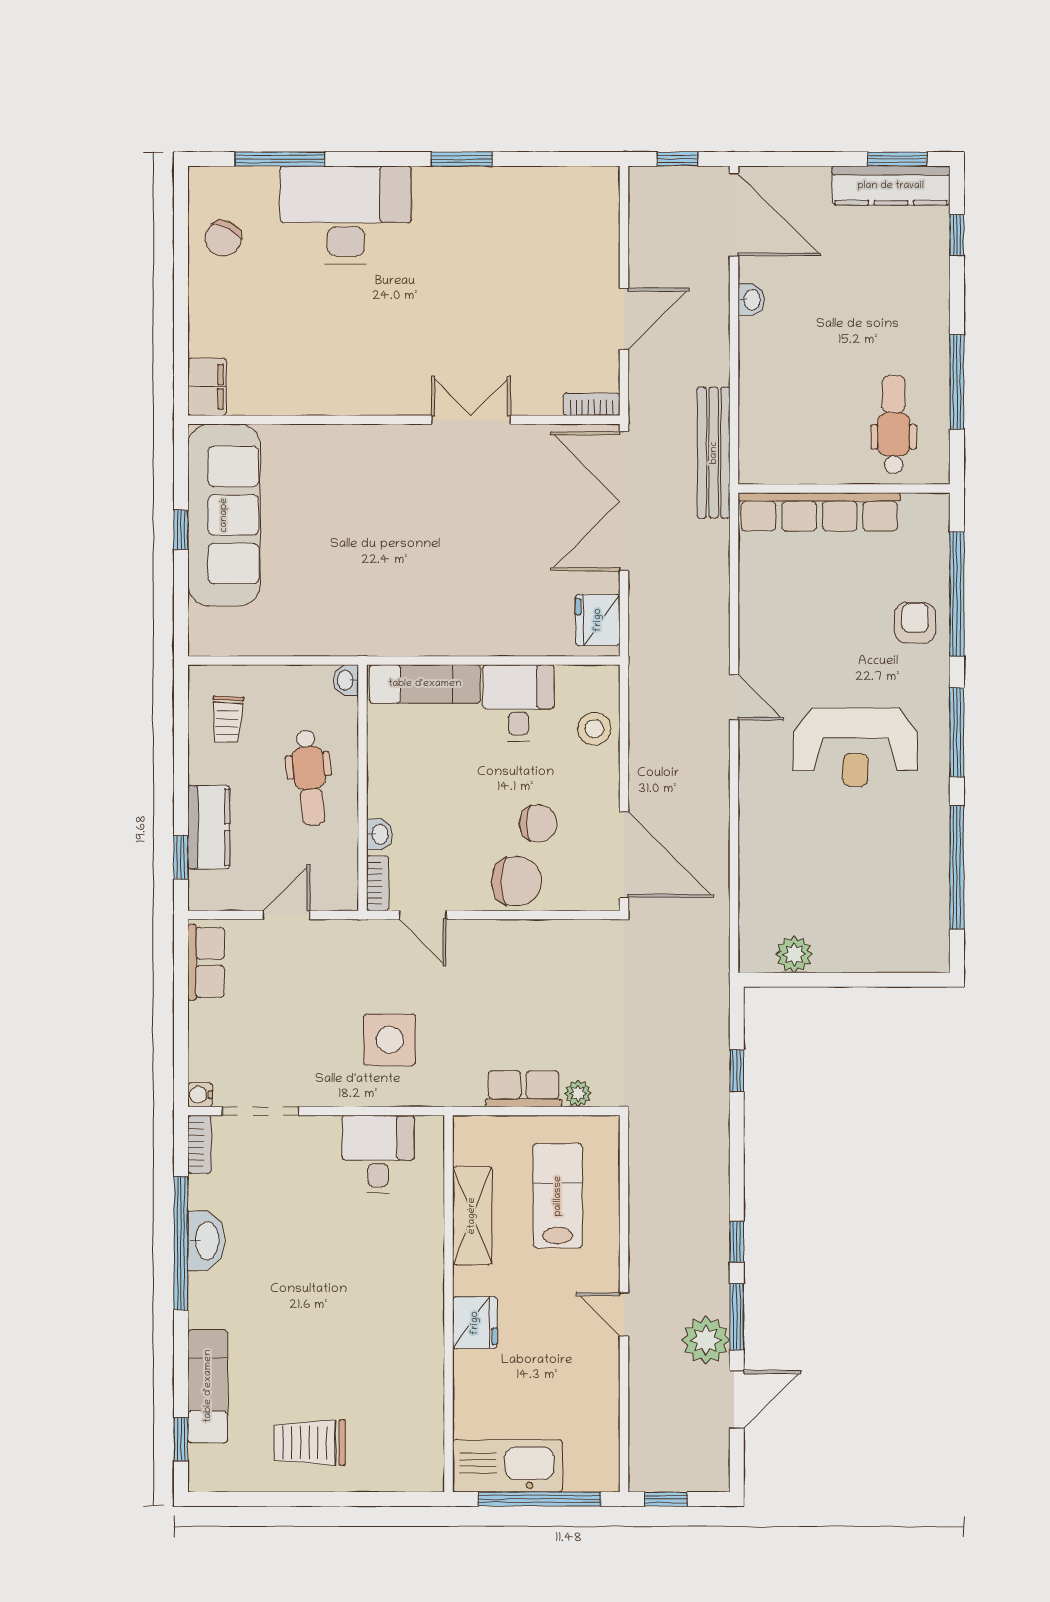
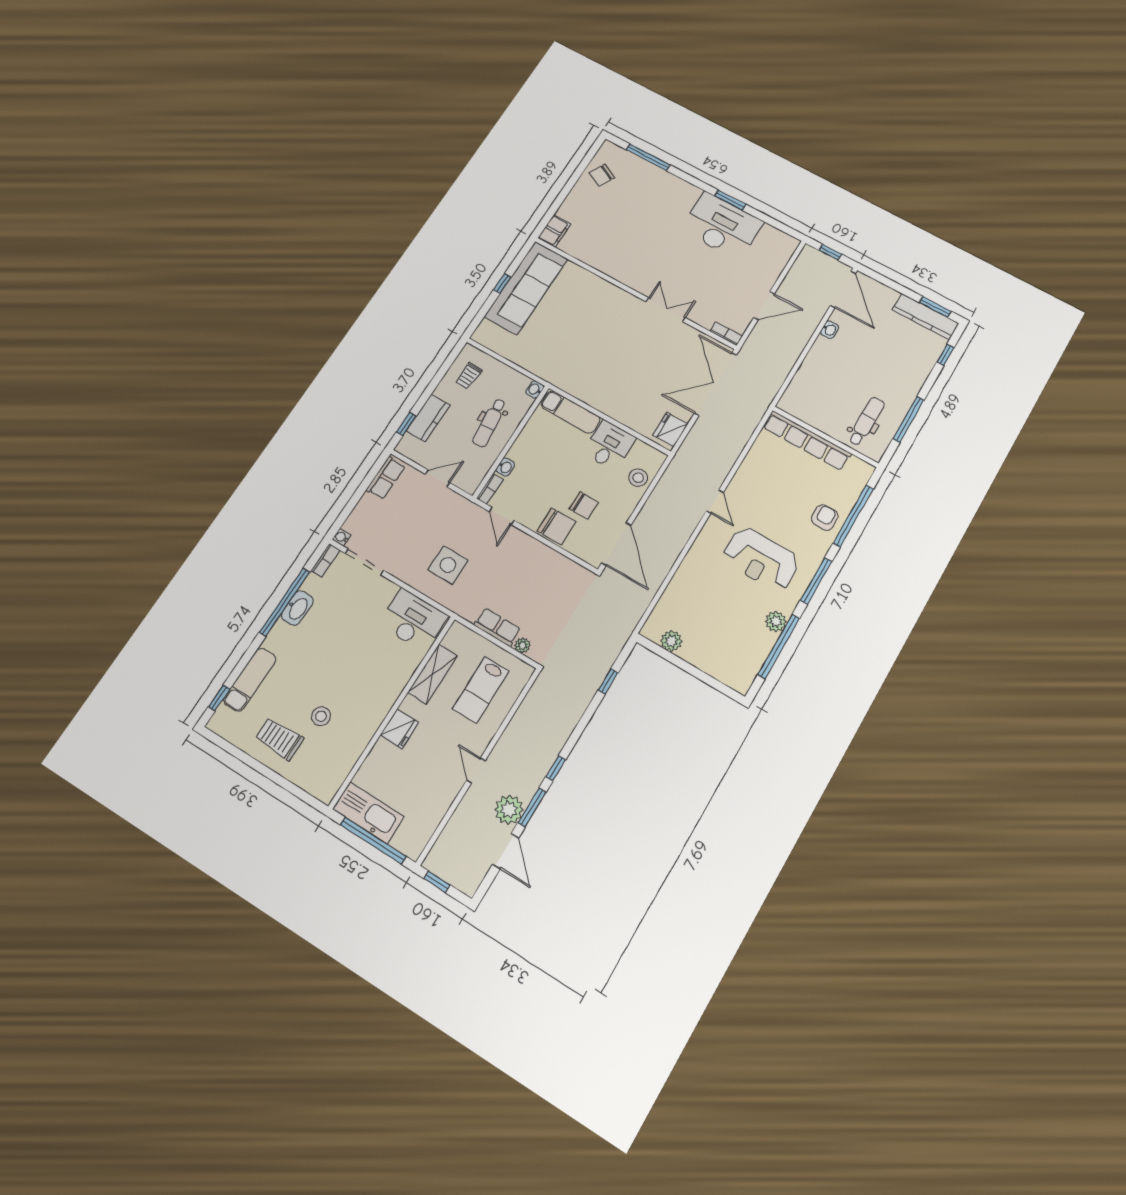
desk: (346, 215) -> (722, 226), moved
bench: (714, 453) -> (771, 386), removed
plant: (932, 831) -> (776, 621), added
desk: (378, 1154) -> (413, 620), width x1.37
lab bench: (558, 1196) -> (481, 690), turned 180
stool: (349, 1374) -> (321, 716), added
door: (737, 1399) -> (506, 851), hinge flipped

